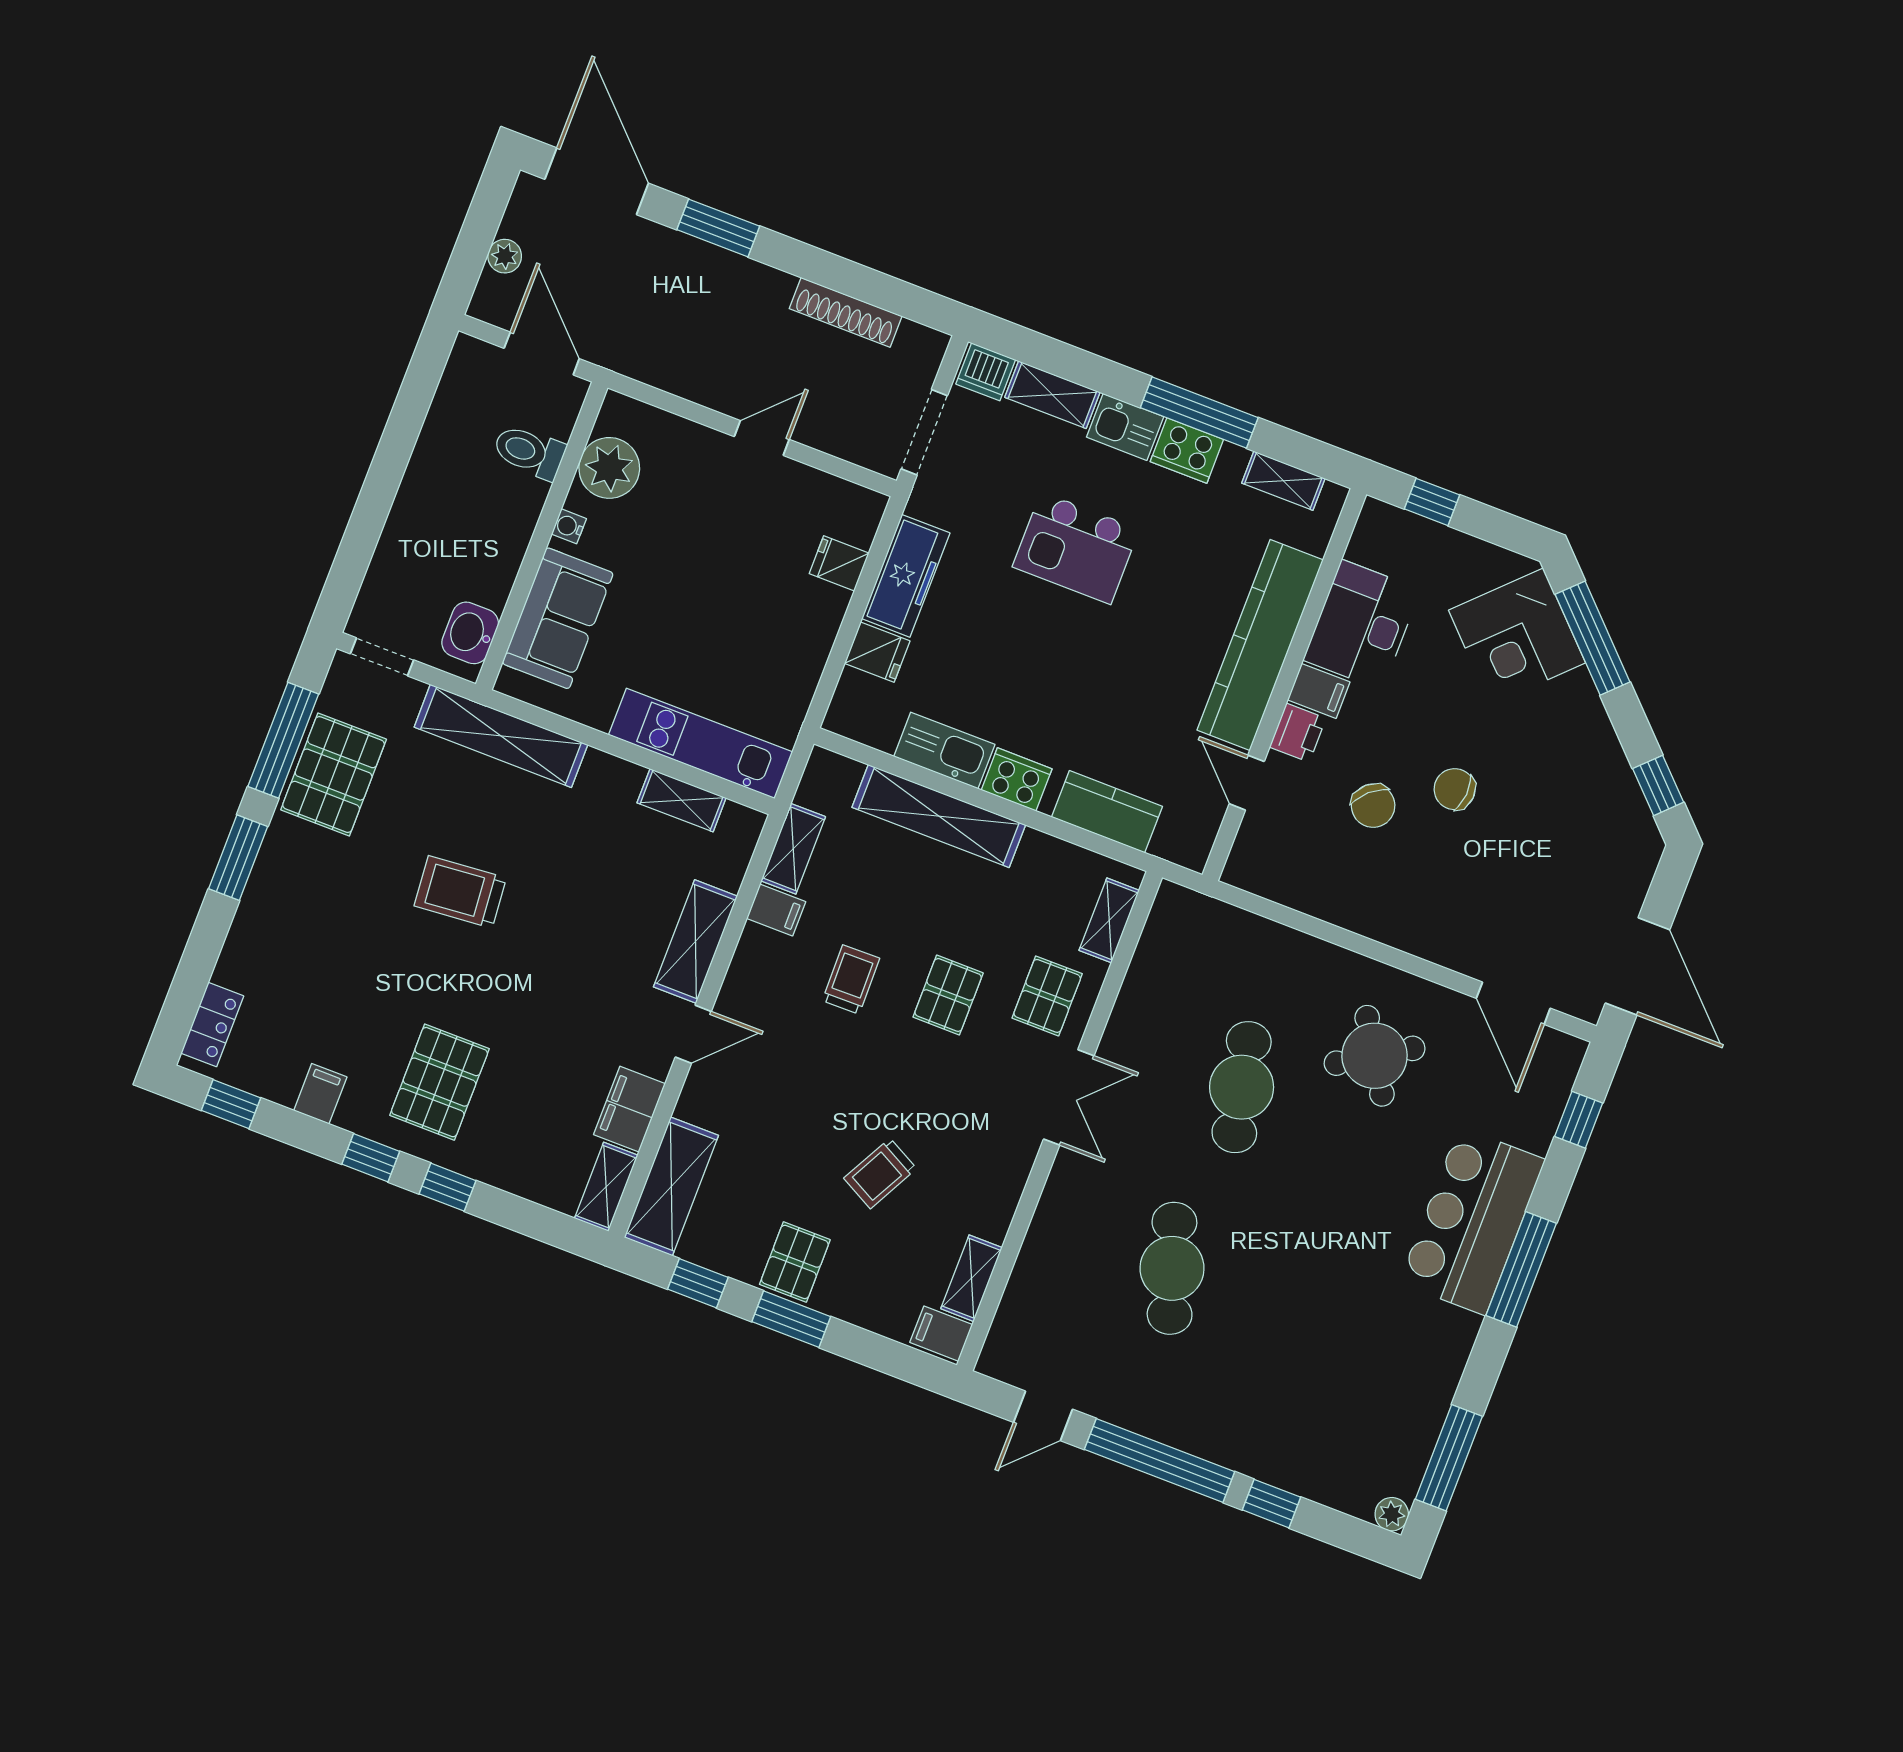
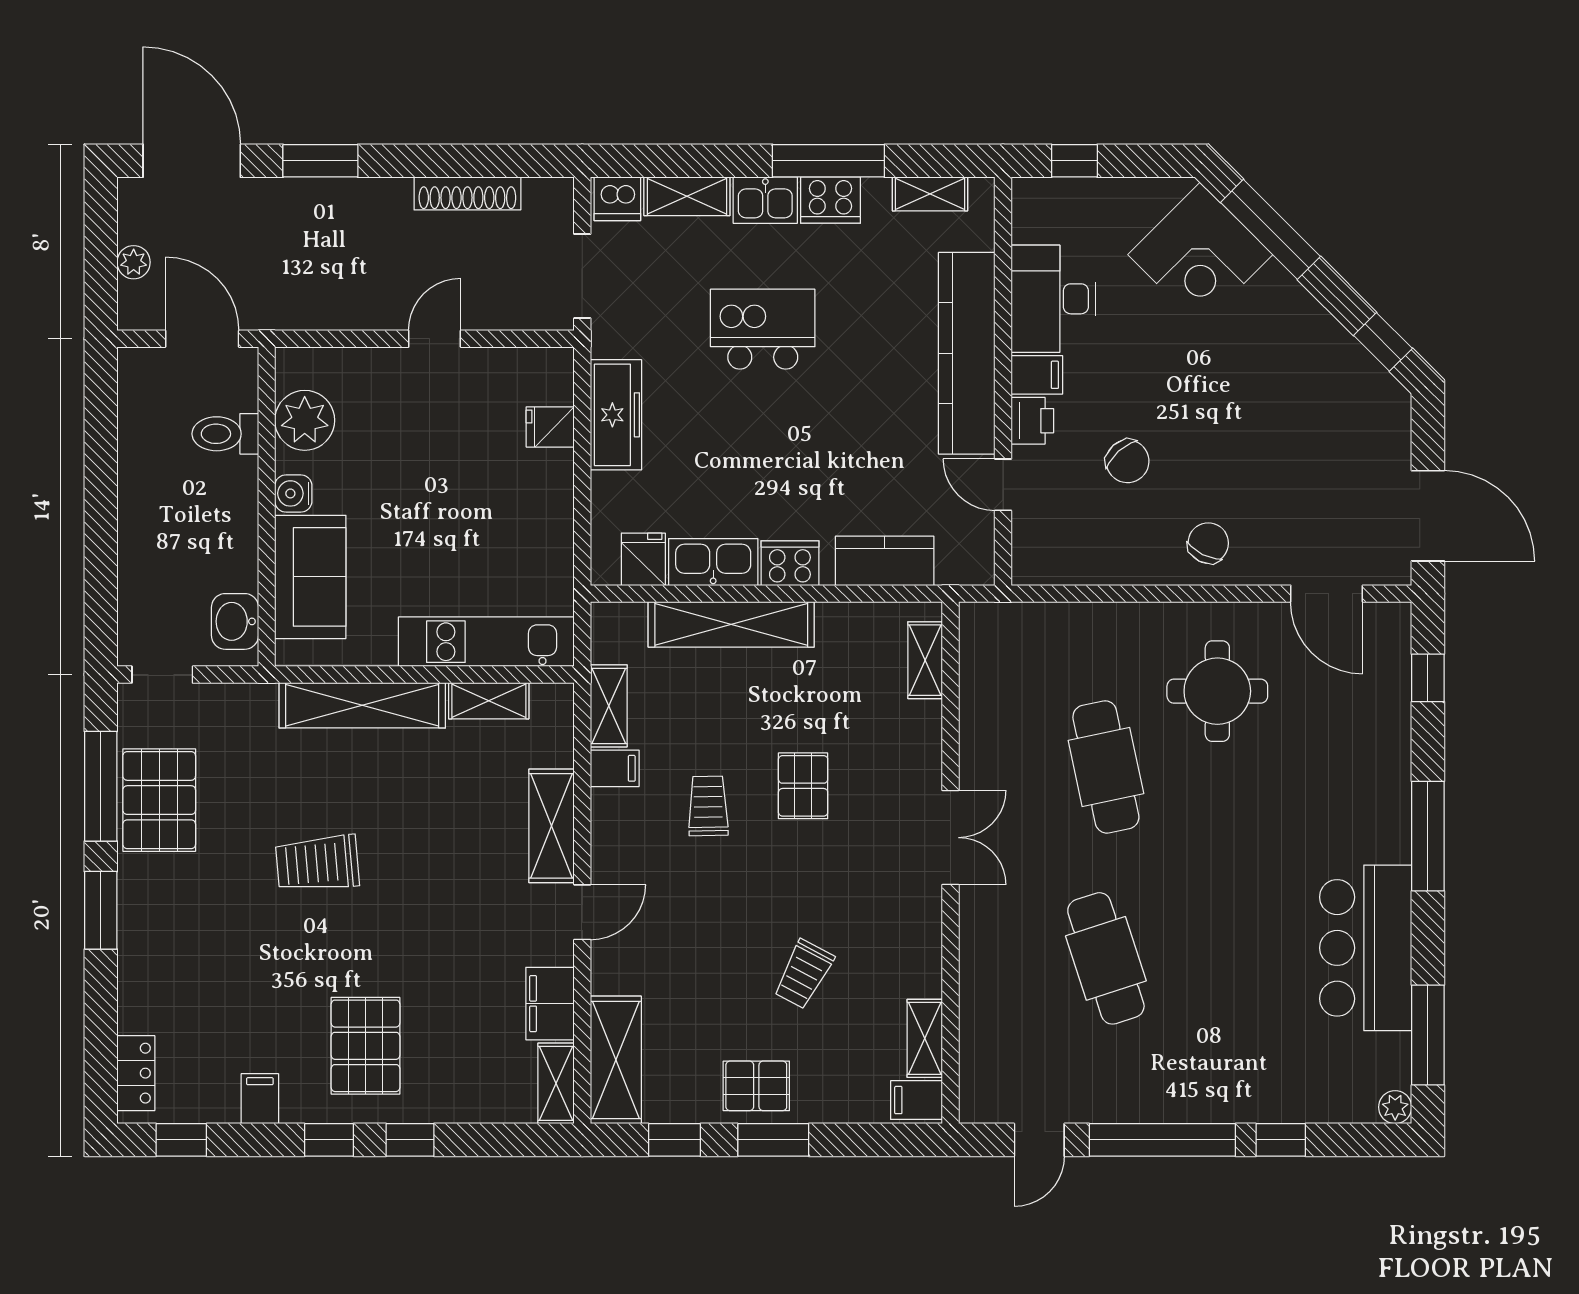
water cooler: (569, 526) -> (293, 493), width x1.38, depth x1.38
kitchen island: (1076, 548) -> (763, 329), turned 180
fridge: (877, 652) -> (643, 559), moved, turned -90
shelving: (501, 736) -> (362, 705), moved
chair: (1455, 789) -> (1208, 543), moved, turned 113
pallet: (1047, 996) -> (895, 752), removed
round table: (1375, 1056) -> (1217, 691), turned 32
bar counter: (1472, 1221) -> (1366, 948), moved
pallet: (795, 1262) -> (756, 1086), turned 90

